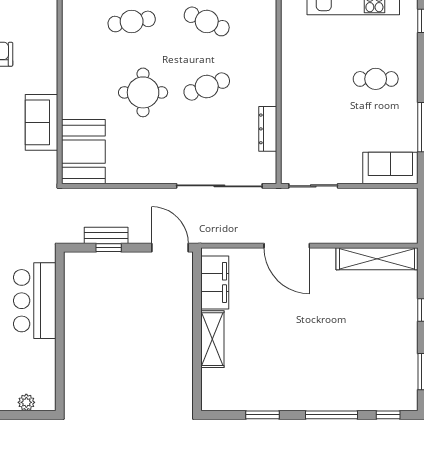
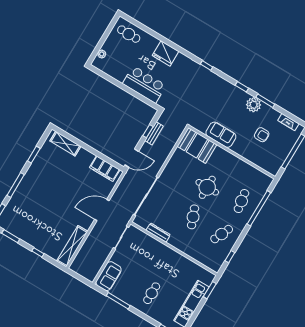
shelving: (212, 339) -> (65, 144), moved

